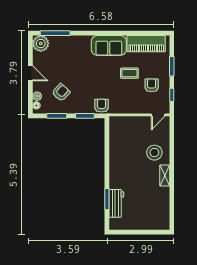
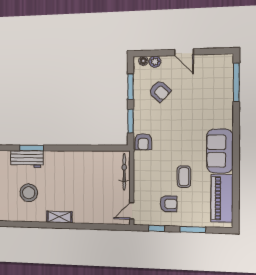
plant: (41, 43) -> (223, 64), removed
door: (30, 73) -> (184, 52), hinge flipped
armchair: (102, 106) -> (143, 142), turned 90
door: (158, 115) -> (132, 211), hinge flipped
bicycle: (126, 121) -> (124, 172), added
stool: (154, 153) -> (29, 193), moved

